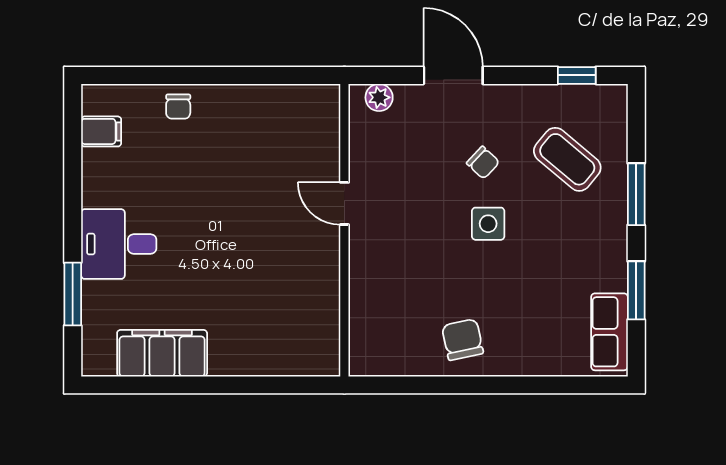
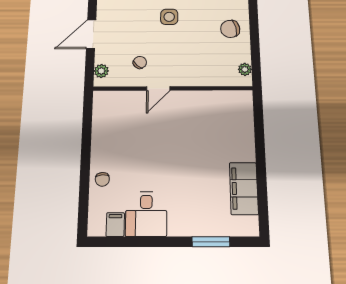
chair: (178, 107) -> (102, 179), turned 86
chair: (483, 163) -> (140, 62), moved
desk: (119, 244) -> (146, 214), moved
plant: (381, 364) -> (245, 69), added

